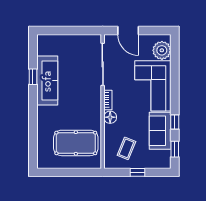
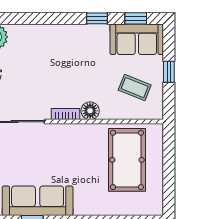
corner sofa: (153, 86) -> (45, 50), removed
sofa: (160, 131) -> (137, 39), moved

